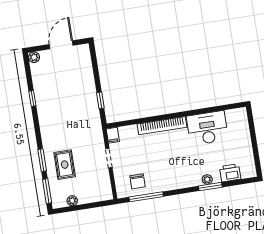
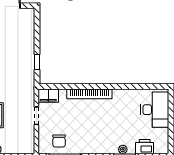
desk: (207, 128) -> (155, 110), moved, turned 90
filing cabinet: (113, 135) -> (48, 96), width x2.00

